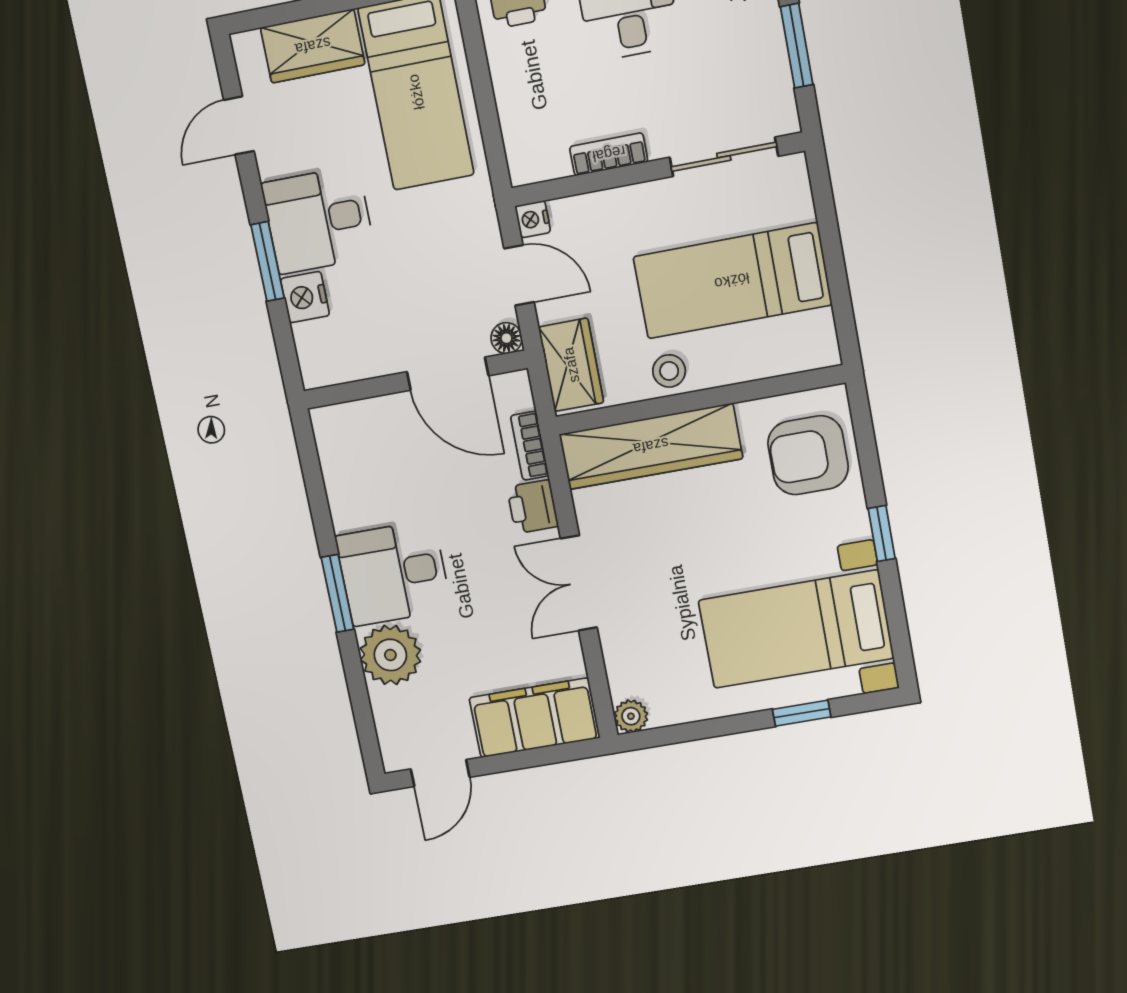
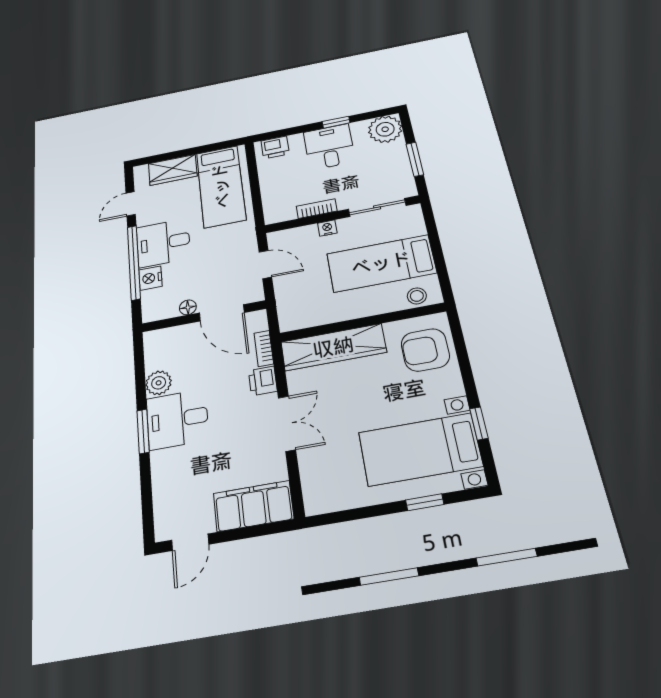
nightstand: (533, 219) -> (327, 228), moved, turned 90
window: (268, 261) -> (134, 262), width x2.11
floor lamp: (506, 338) -> (188, 307), moved
wardrobe: (571, 365) -> (290, 307), removed
stool: (669, 371) -> (417, 296), moved
window: (882, 533) -> (479, 423), moved
double door: (579, 583) -> (287, 423), swing flipped
plant: (390, 655) -> (159, 383), moved, width x0.73, depth x0.73
plant: (631, 716) -> (315, 505), removed

